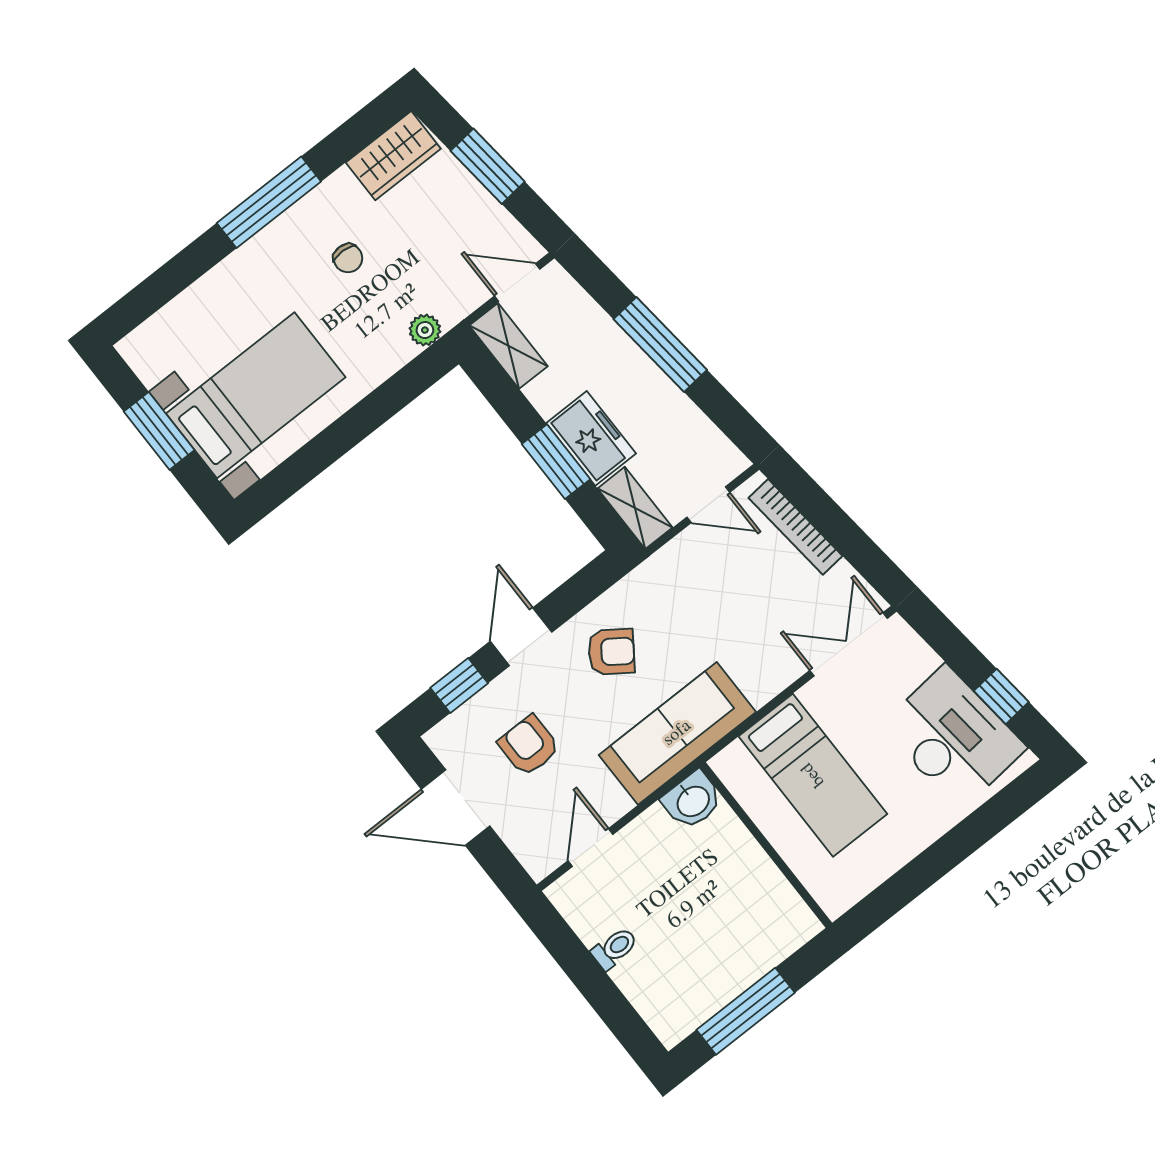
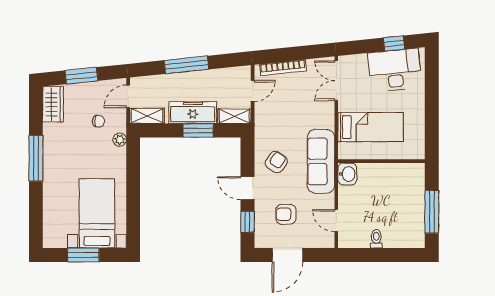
chair: (348, 258) -> (98, 121), moved
freezer: (591, 438) -> (193, 113), width x1.40

